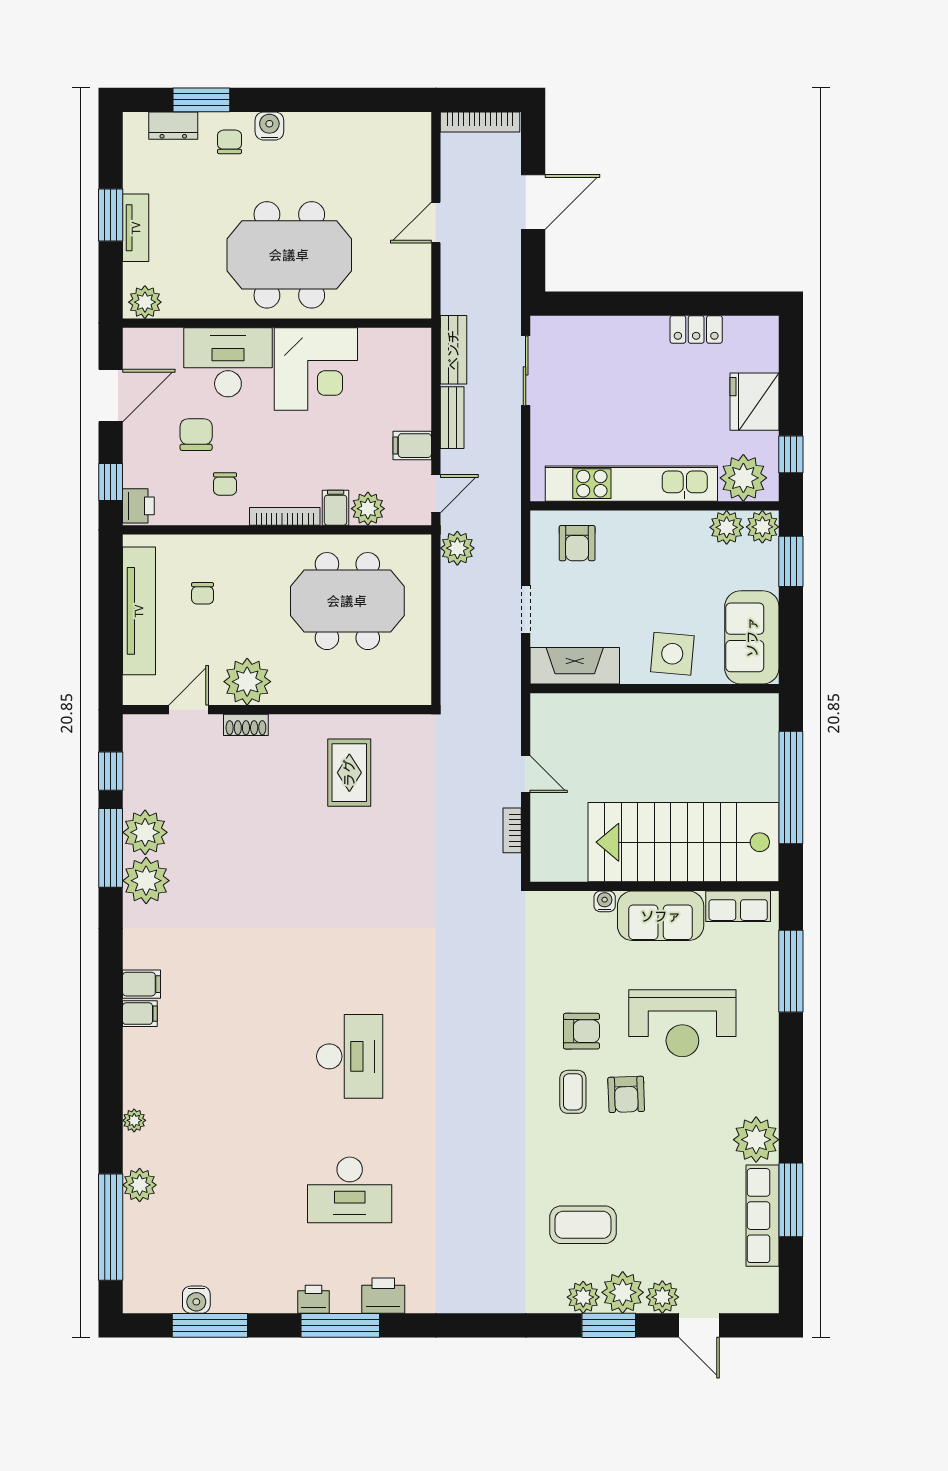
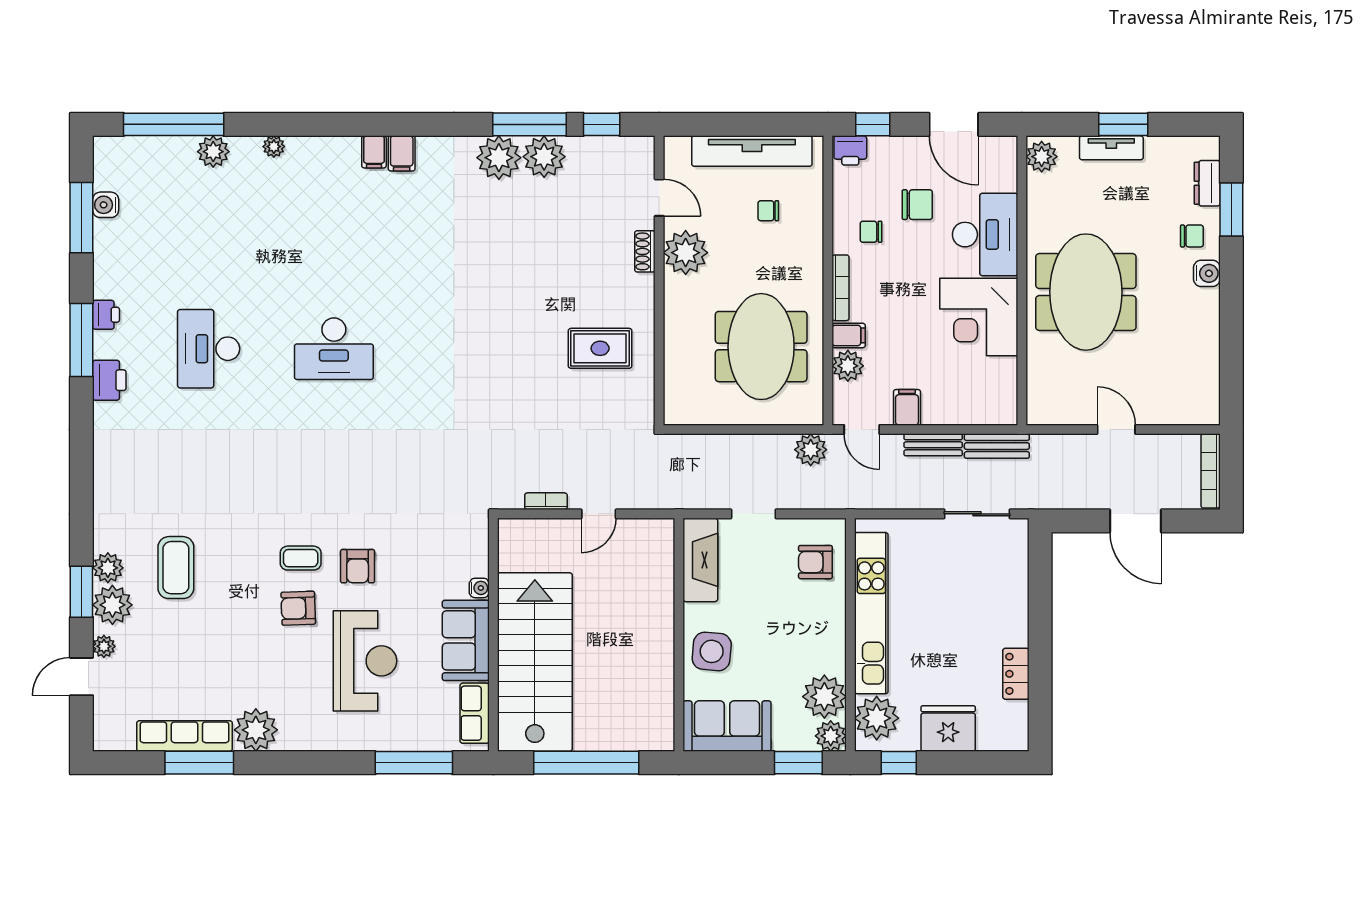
plant: (727, 527) -> (824, 697), width x1.36, depth x1.36
reception desk: (682, 1023) -> (365, 661), turned 180
plant: (662, 1297) -> (104, 646), width x0.73, depth x0.73

